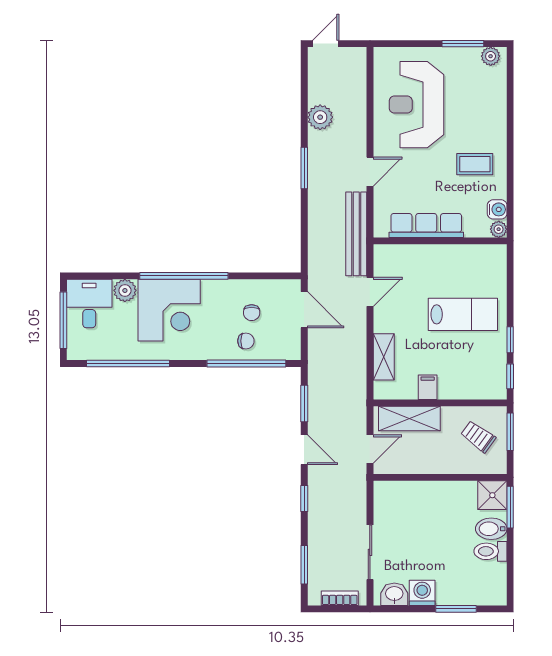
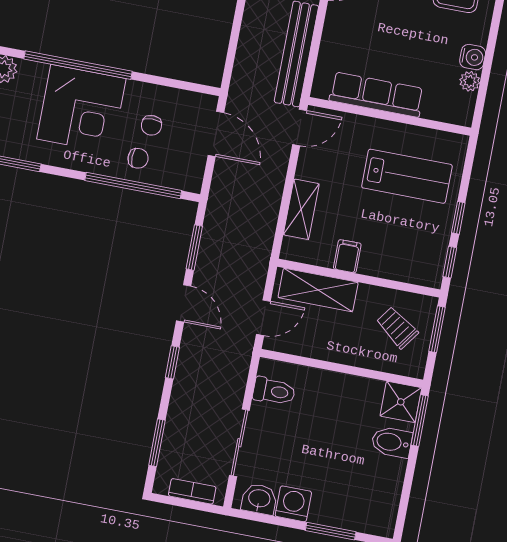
row of seats: (426, 225) -> (376, 95), moved
wall: (440, 241) -> (390, 116), moved
corner desk: (169, 310) -> (81, 109), moved
toilet: (490, 551) -> (274, 391), moved, turned 180

